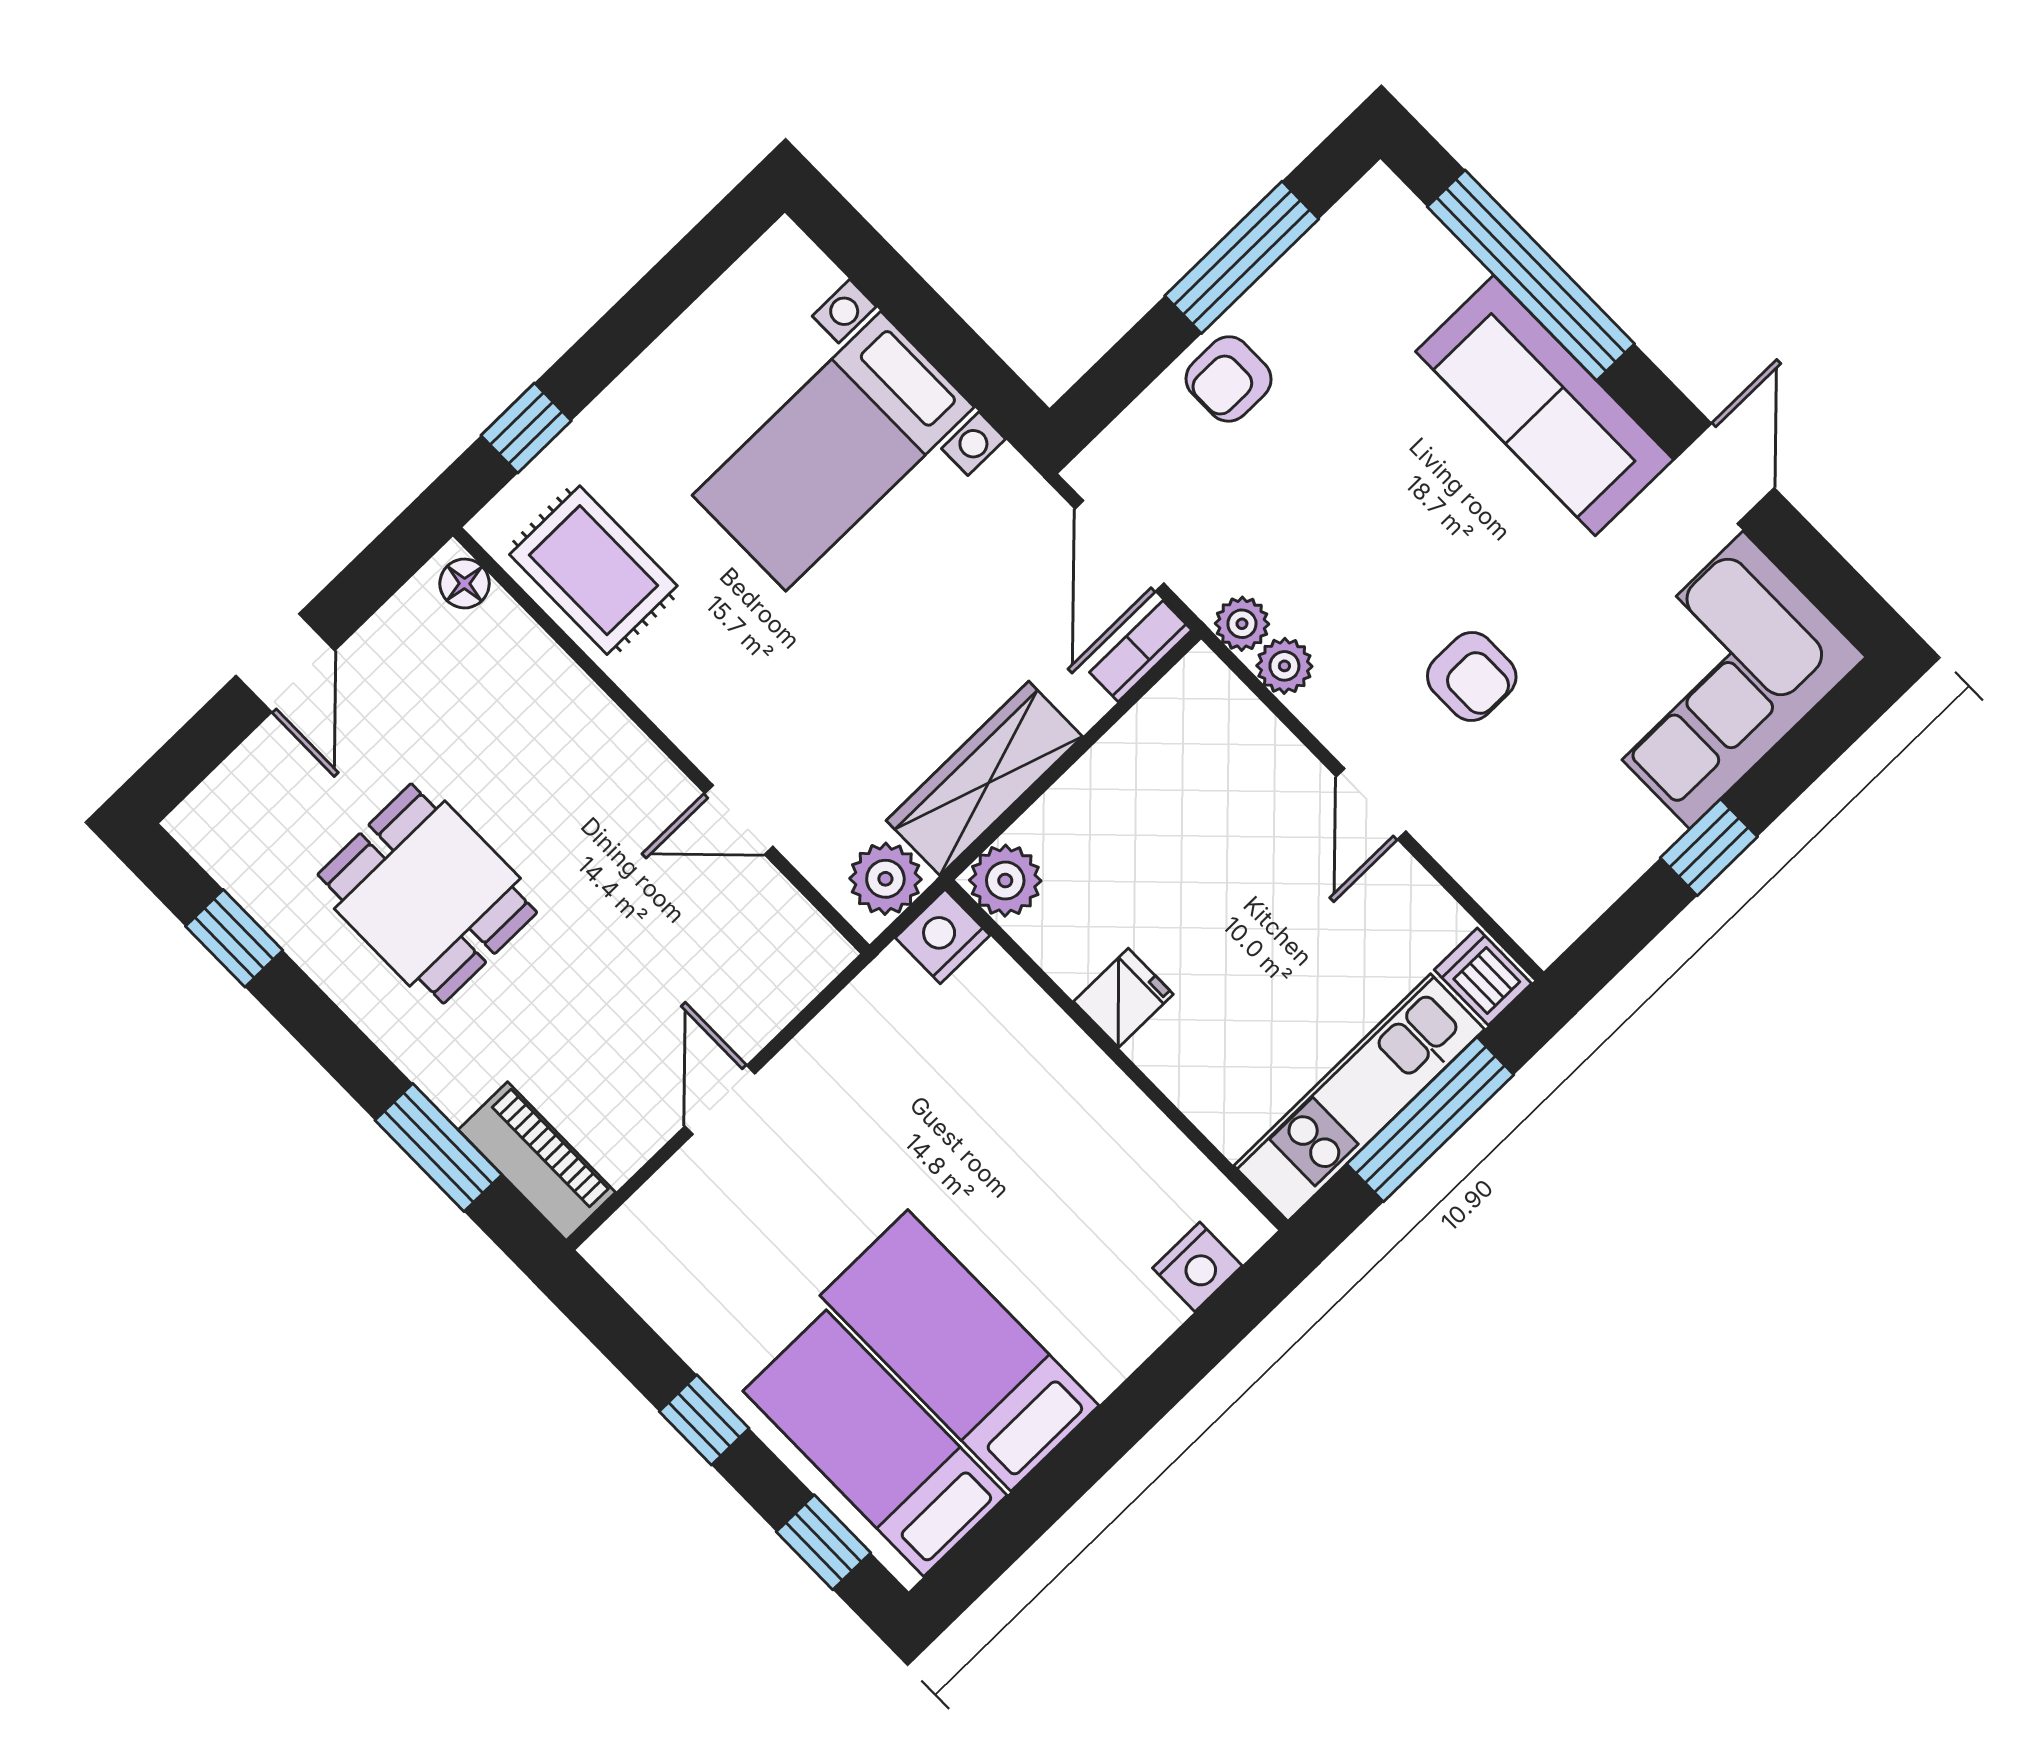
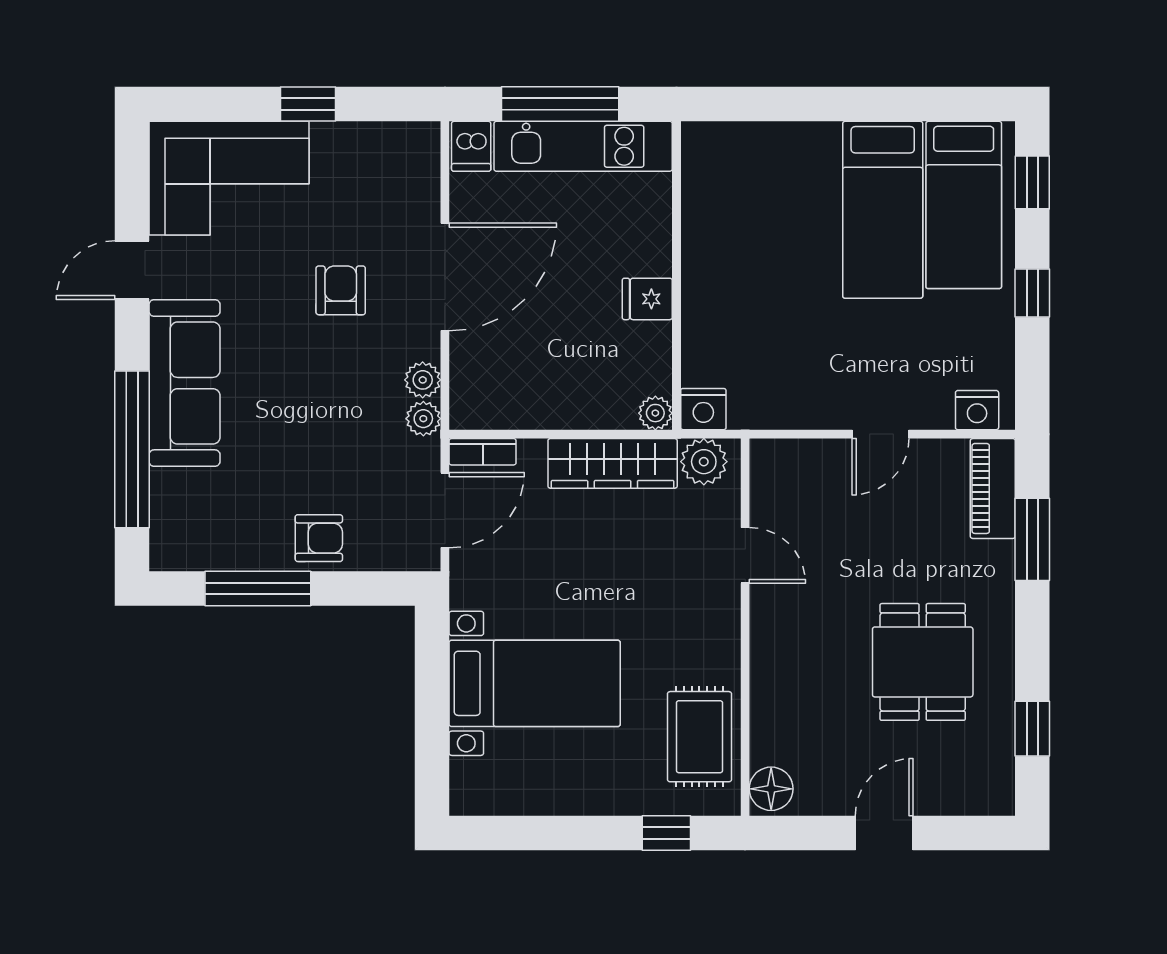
floor lamp: (465, 583) -> (771, 789), width x1.37, depth x1.37
door: (1371, 804) -> (445, 277), width x1.87
plant: (1005, 881) -> (655, 413), width x0.73, depth x0.73
nightstand: (1197, 1267) -> (977, 410), moved, turned 180

